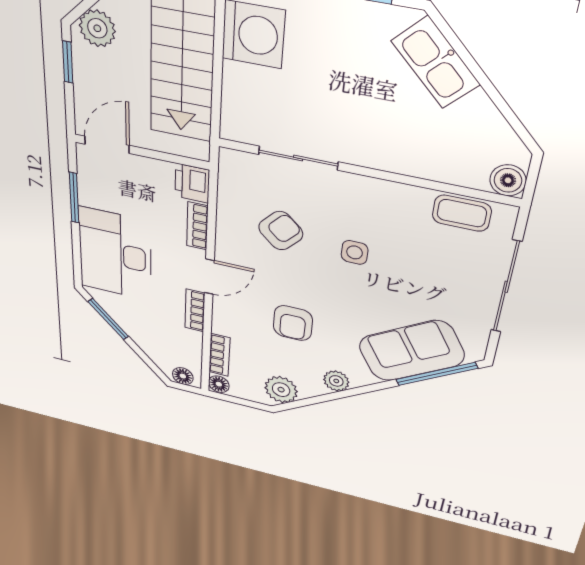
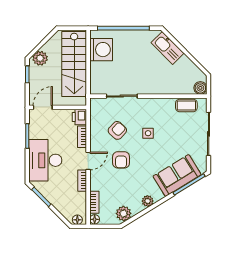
armchair: (293, 323) -> (121, 160), moved

